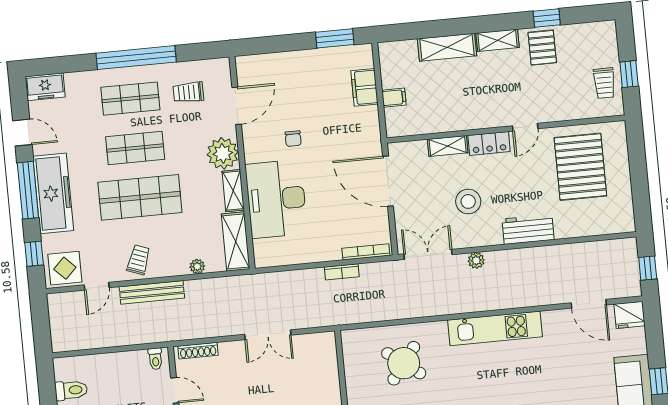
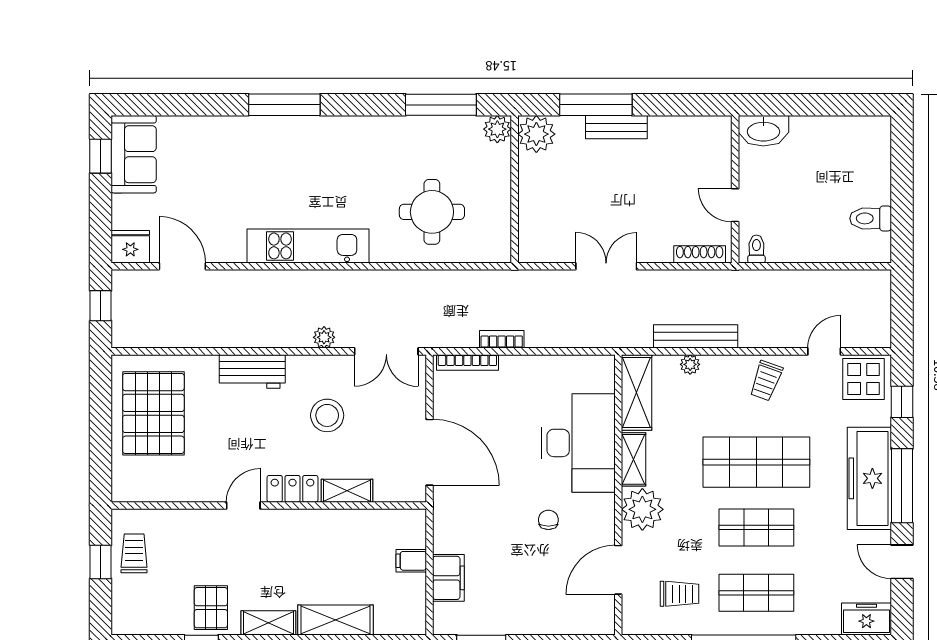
pallet: (580, 167) -> (153, 413), moved
bench: (152, 292) -> (696, 336), moved
round table: (404, 363) -> (432, 212), turned -37

